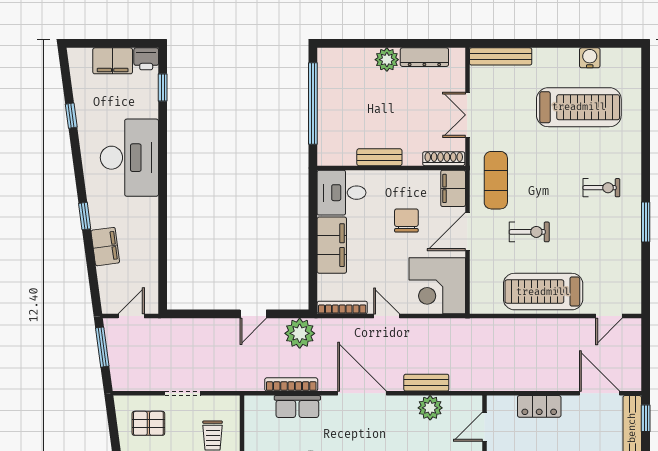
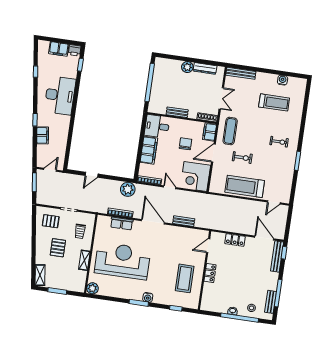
treadmill: (579, 107) -> (274, 102), width x0.73, depth x0.73
double door: (467, 115) -> (221, 98), swing flipped
door: (253, 314) -> (92, 175), moved
plant: (430, 408) -> (184, 233), removed

